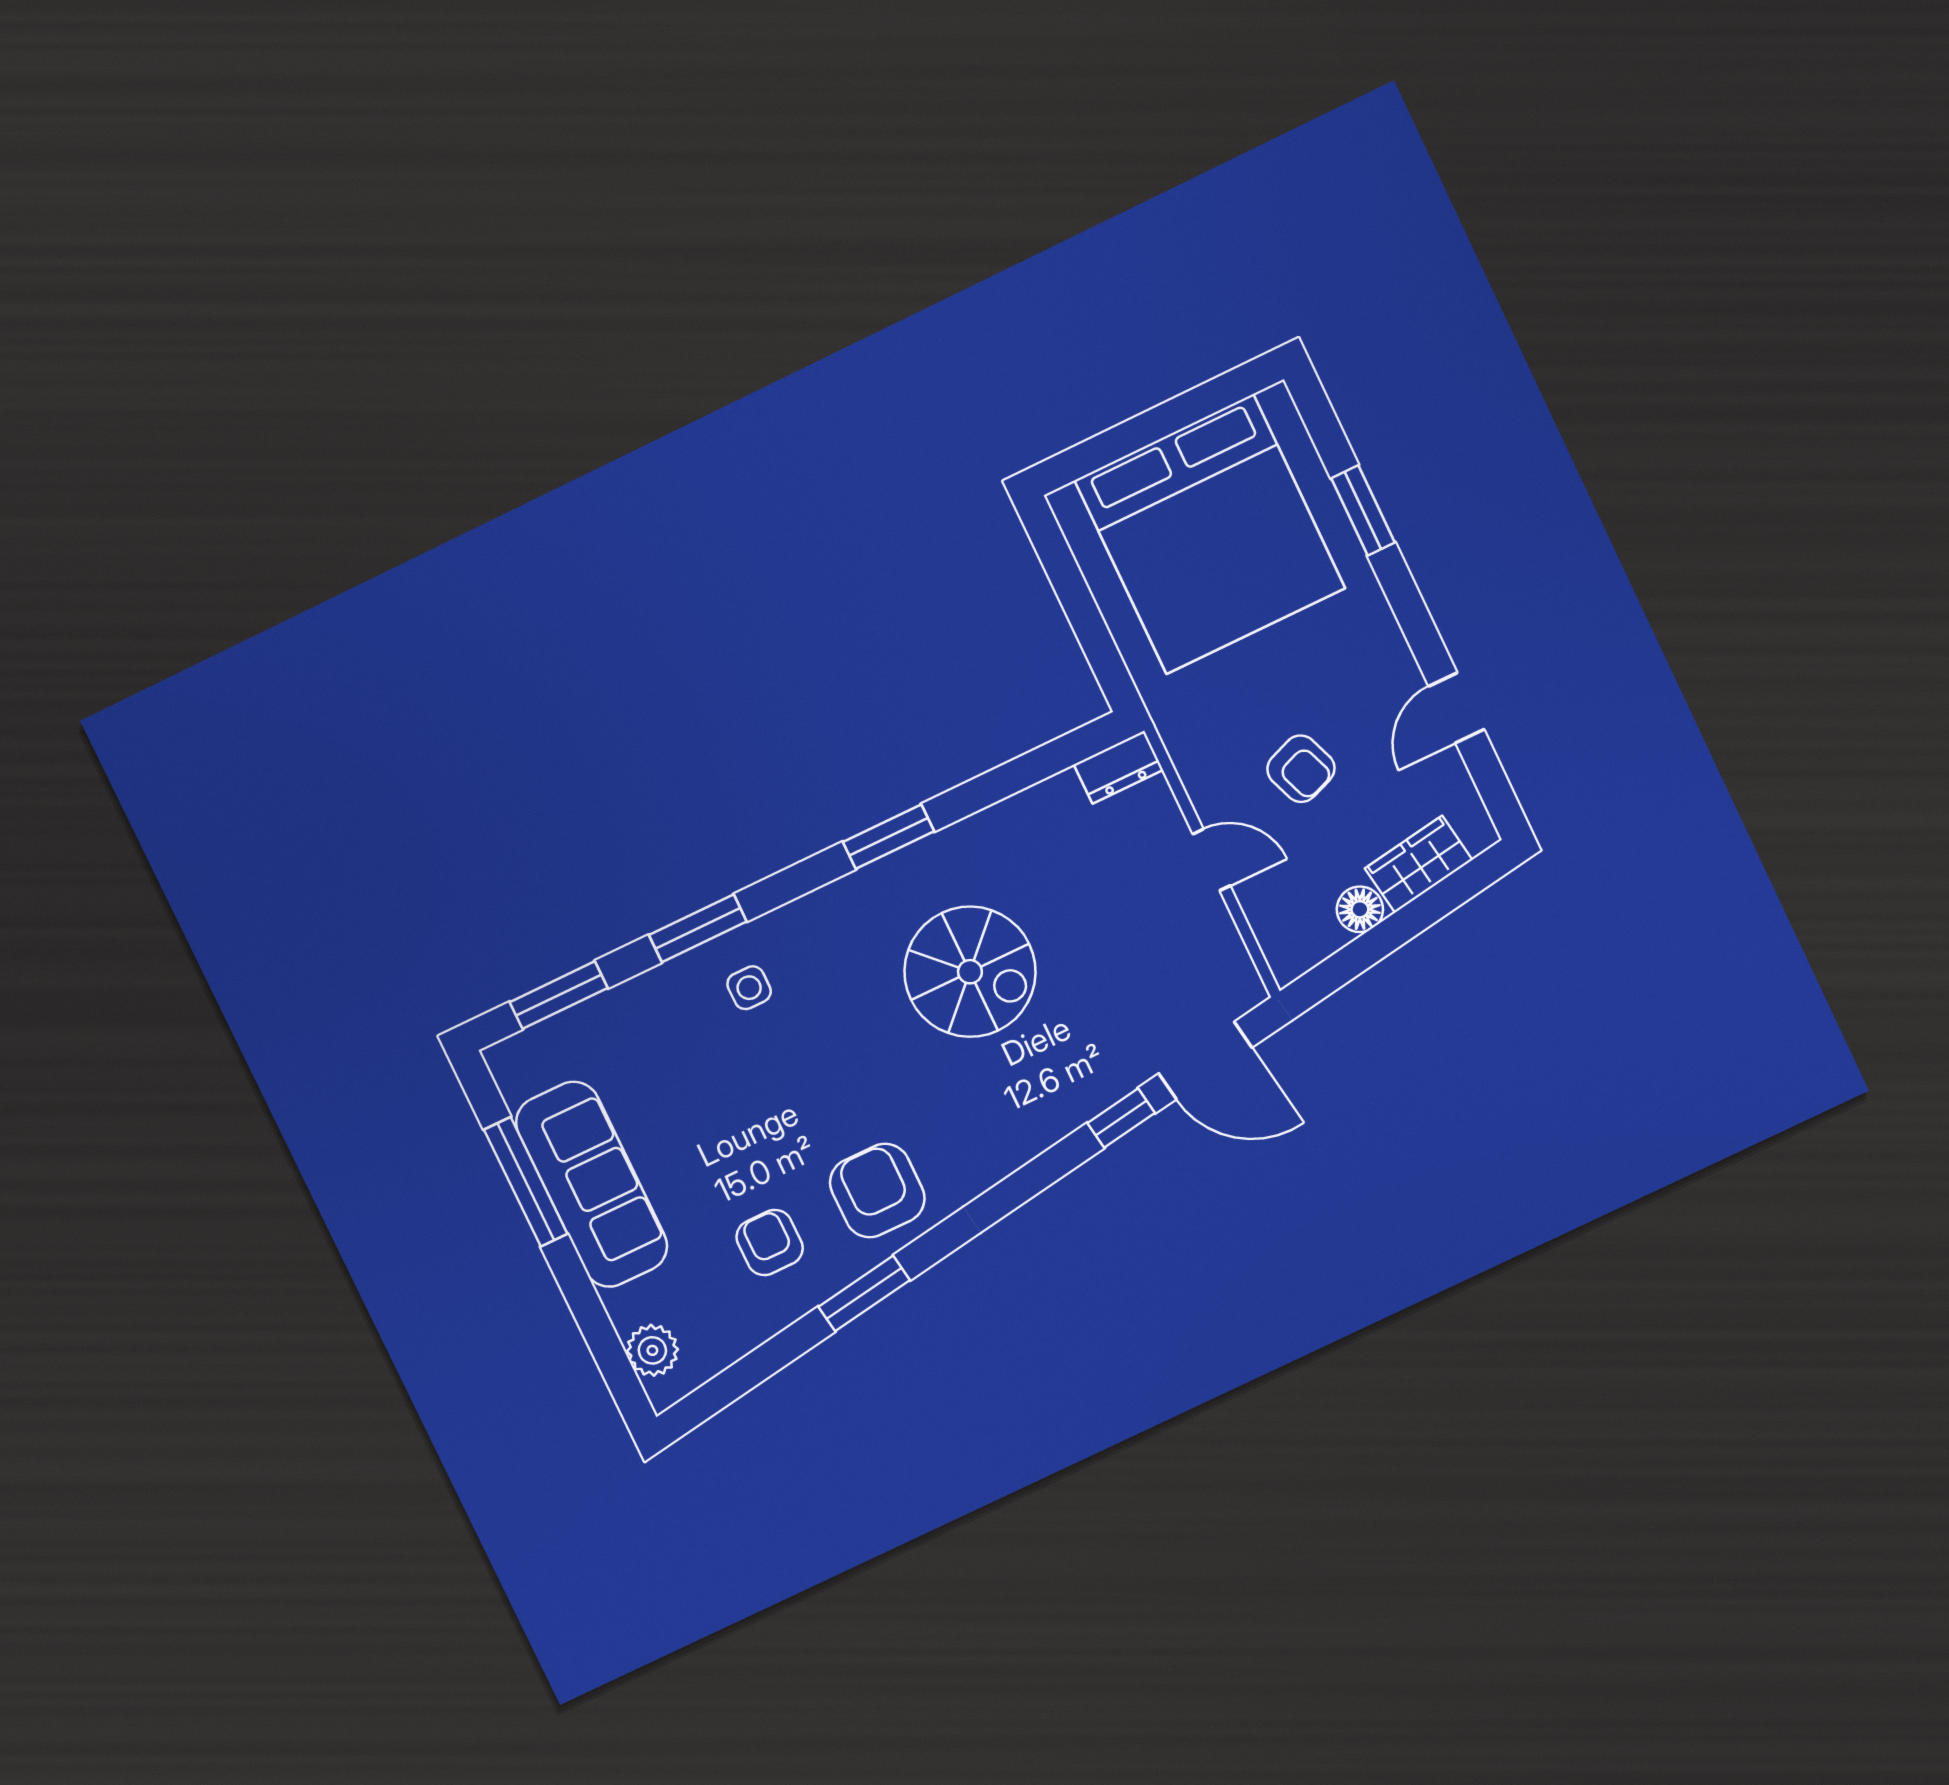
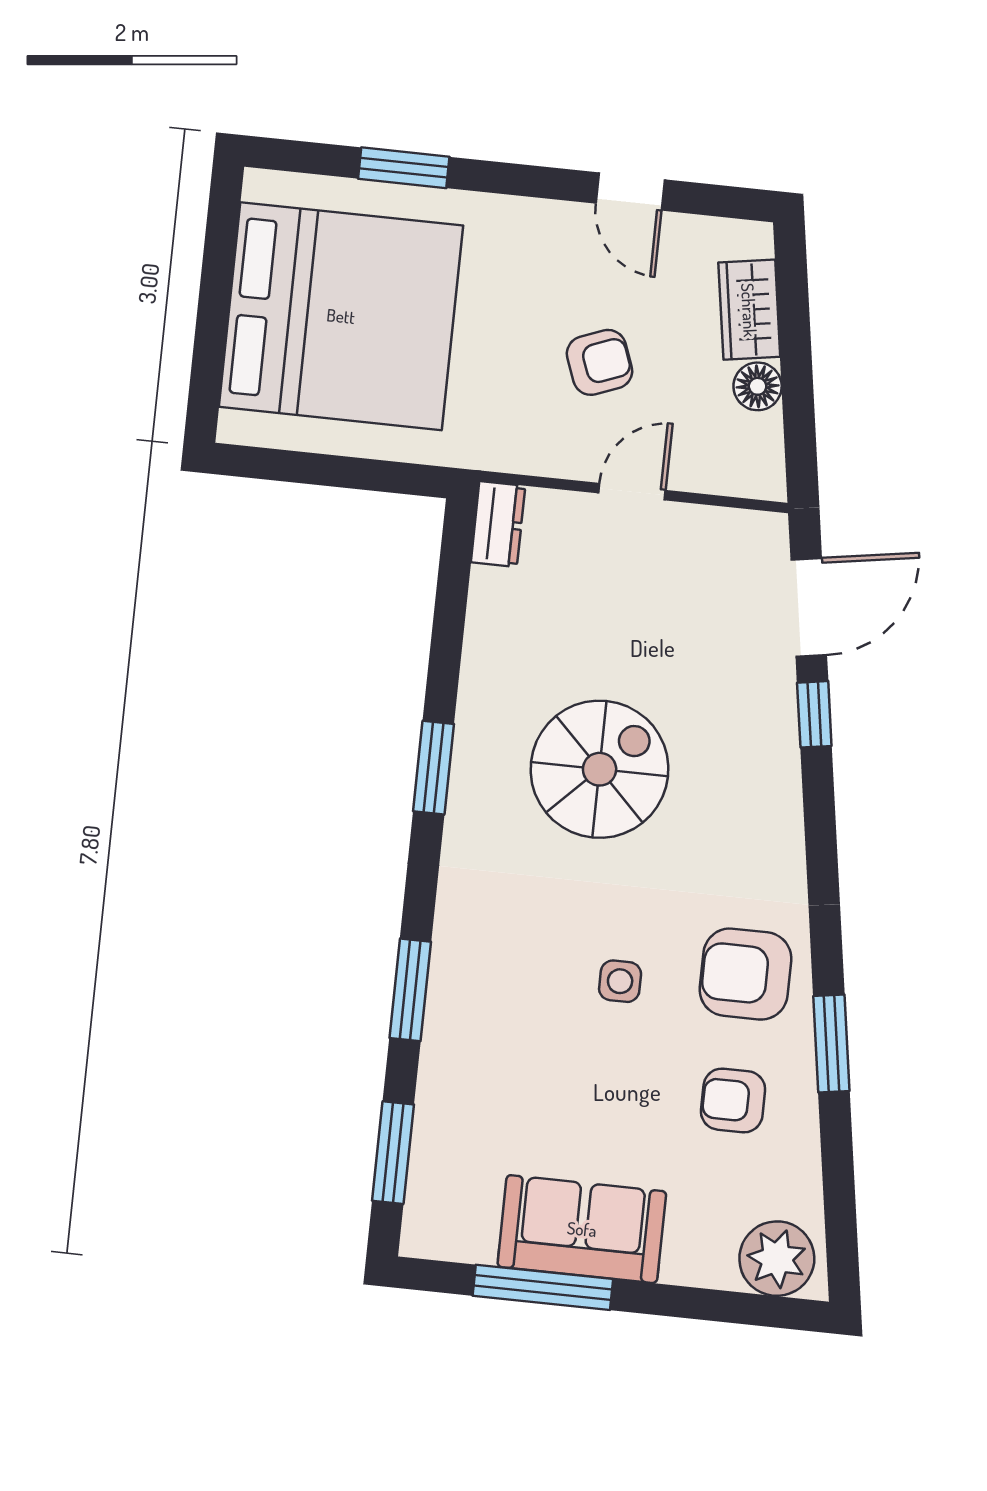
side table: (749, 988) -> (620, 981), moved
sofa: (592, 1184) -> (582, 1229), width x0.73
plant: (652, 1350) -> (777, 1259), width x1.36, depth x1.36

